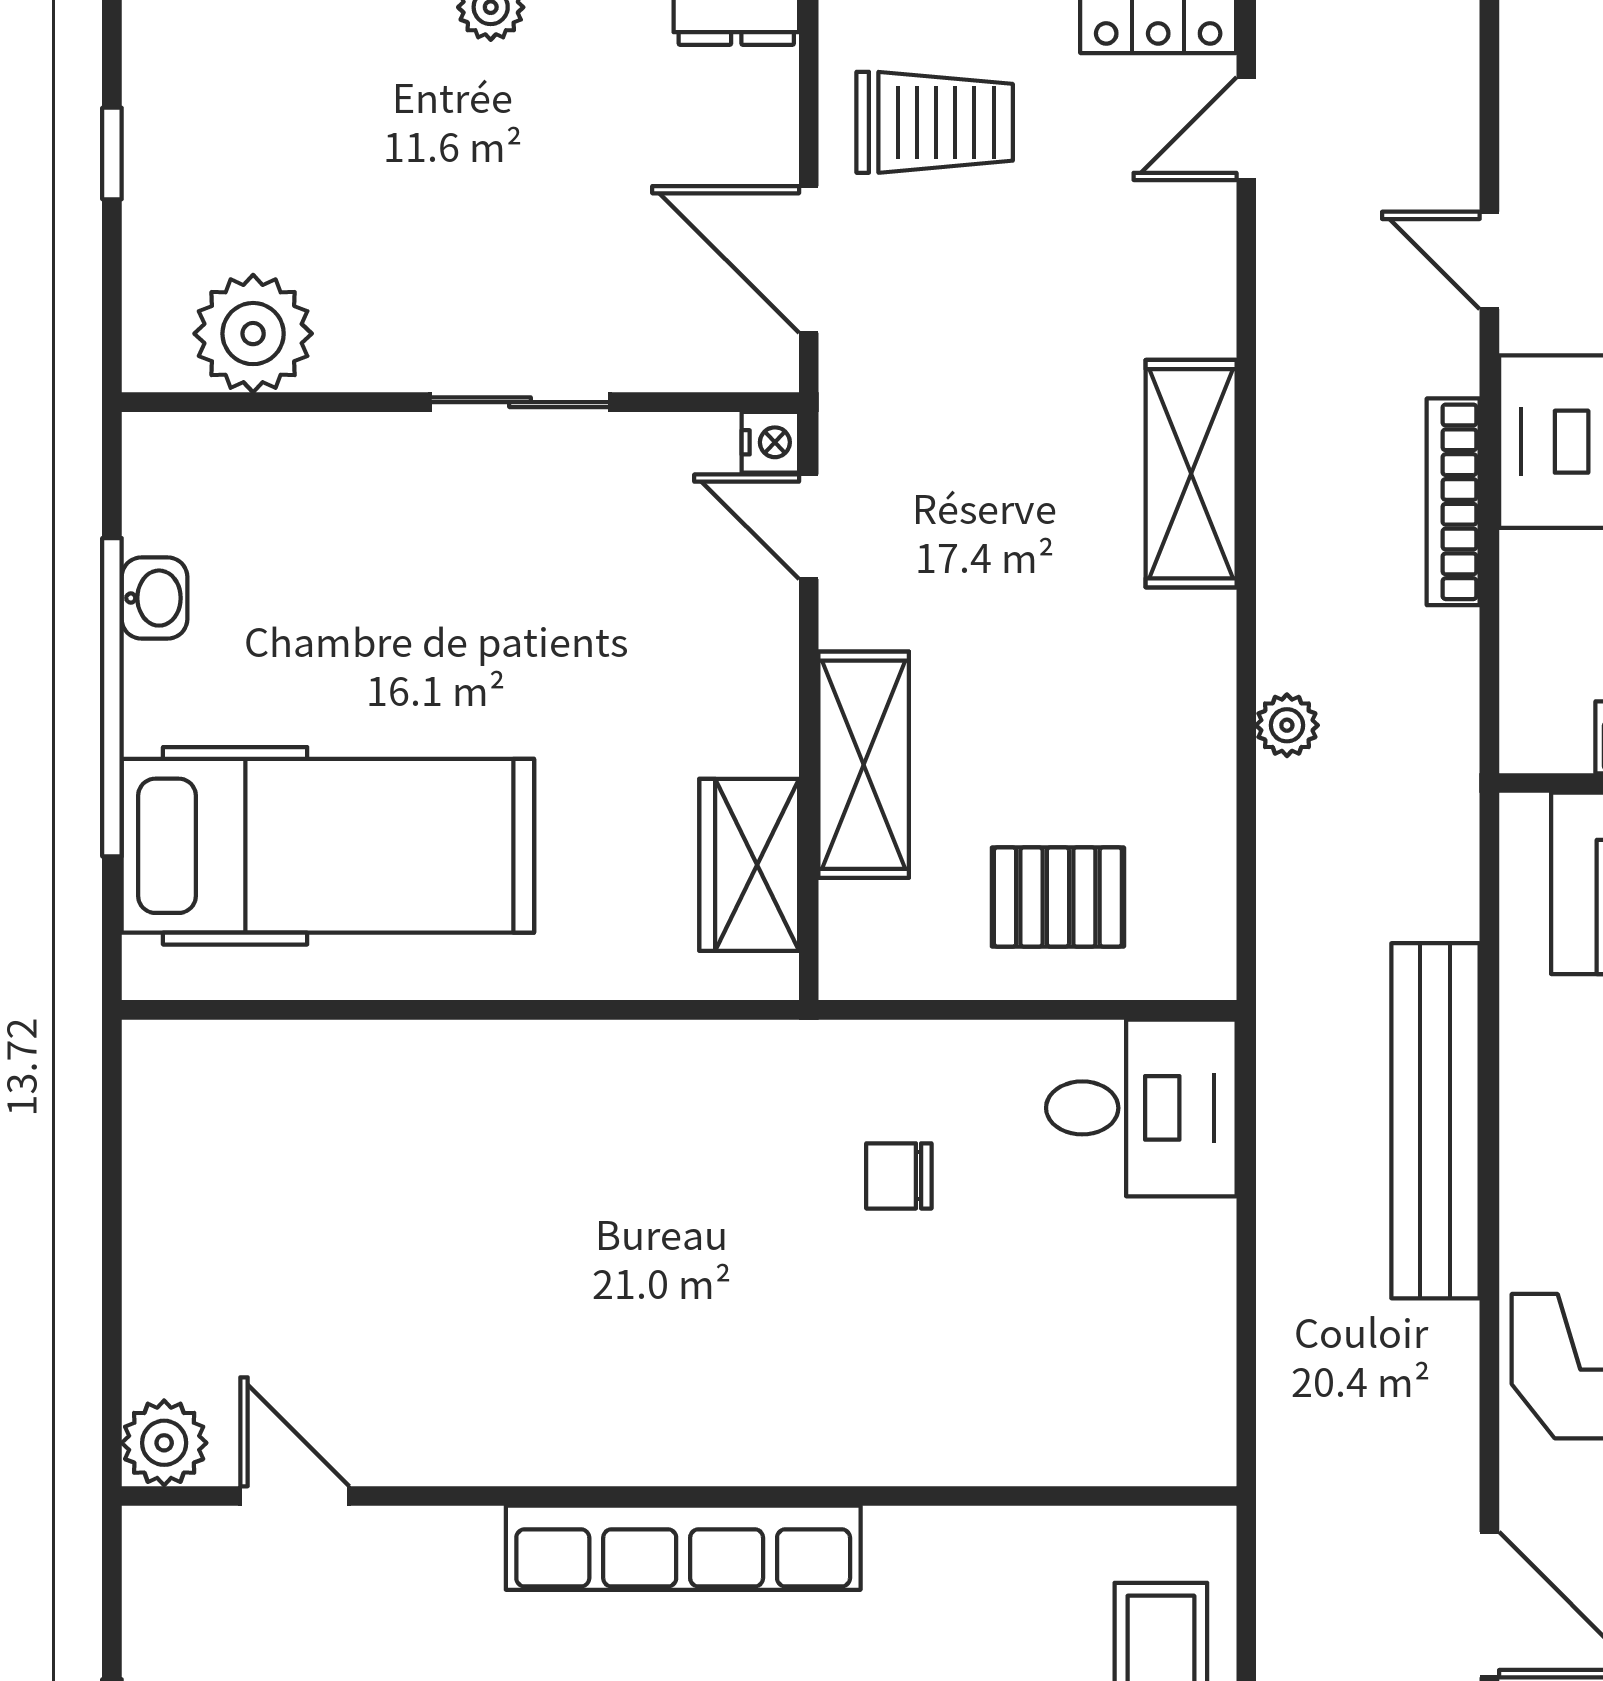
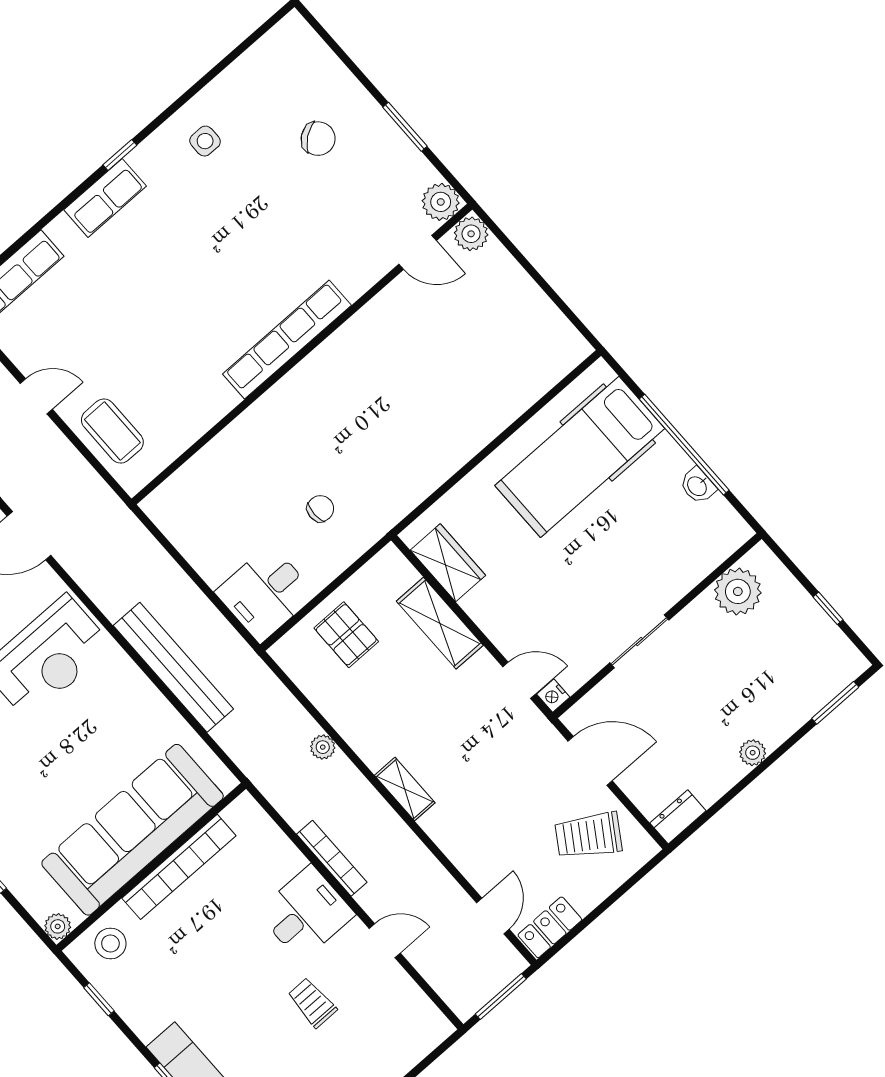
trolley: (935, 122) -> (588, 835), turned 33
shelving: (1191, 474) -> (405, 789), width x0.67, depth x0.75
pallet: (1058, 897) -> (346, 635), turned 90
plant: (168, 1553) -> (441, 202), added

